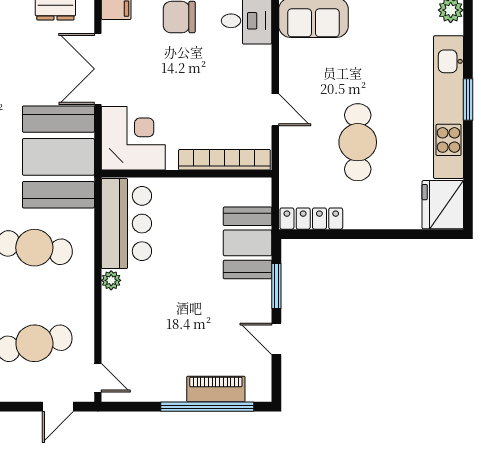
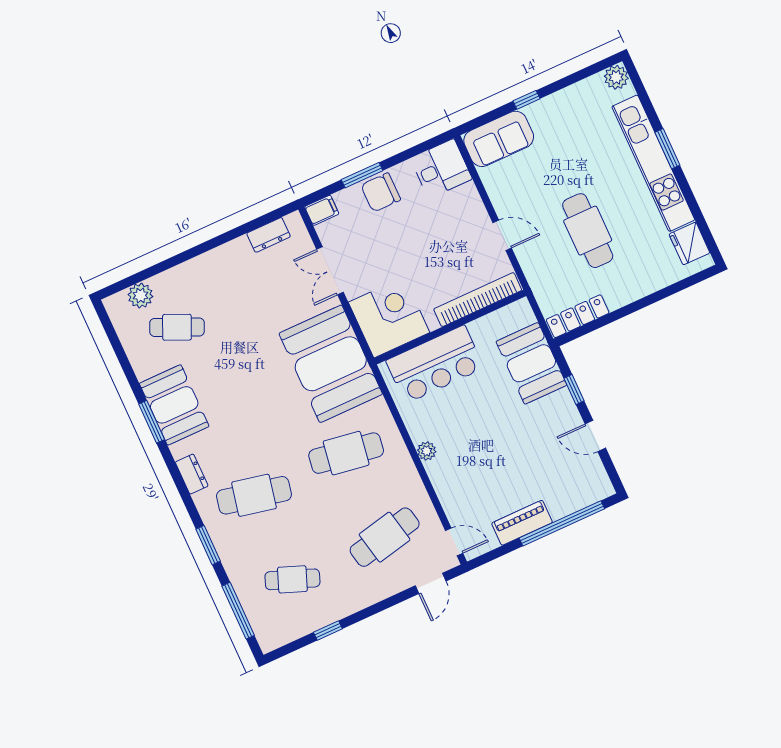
double door: (98, 69) -> (330, 271), width x0.73
fridge: (443, 205) -> (689, 244), width x0.73, depth x0.75
bar counter: (126, 224) -> (435, 364), moved, turned 90
window: (276, 286) -> (574, 390), width x0.67
piano: (216, 389) -> (522, 523), moved

